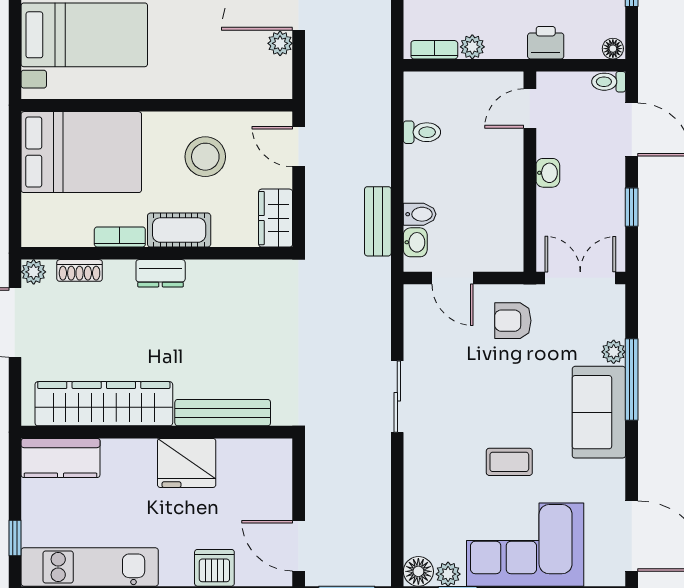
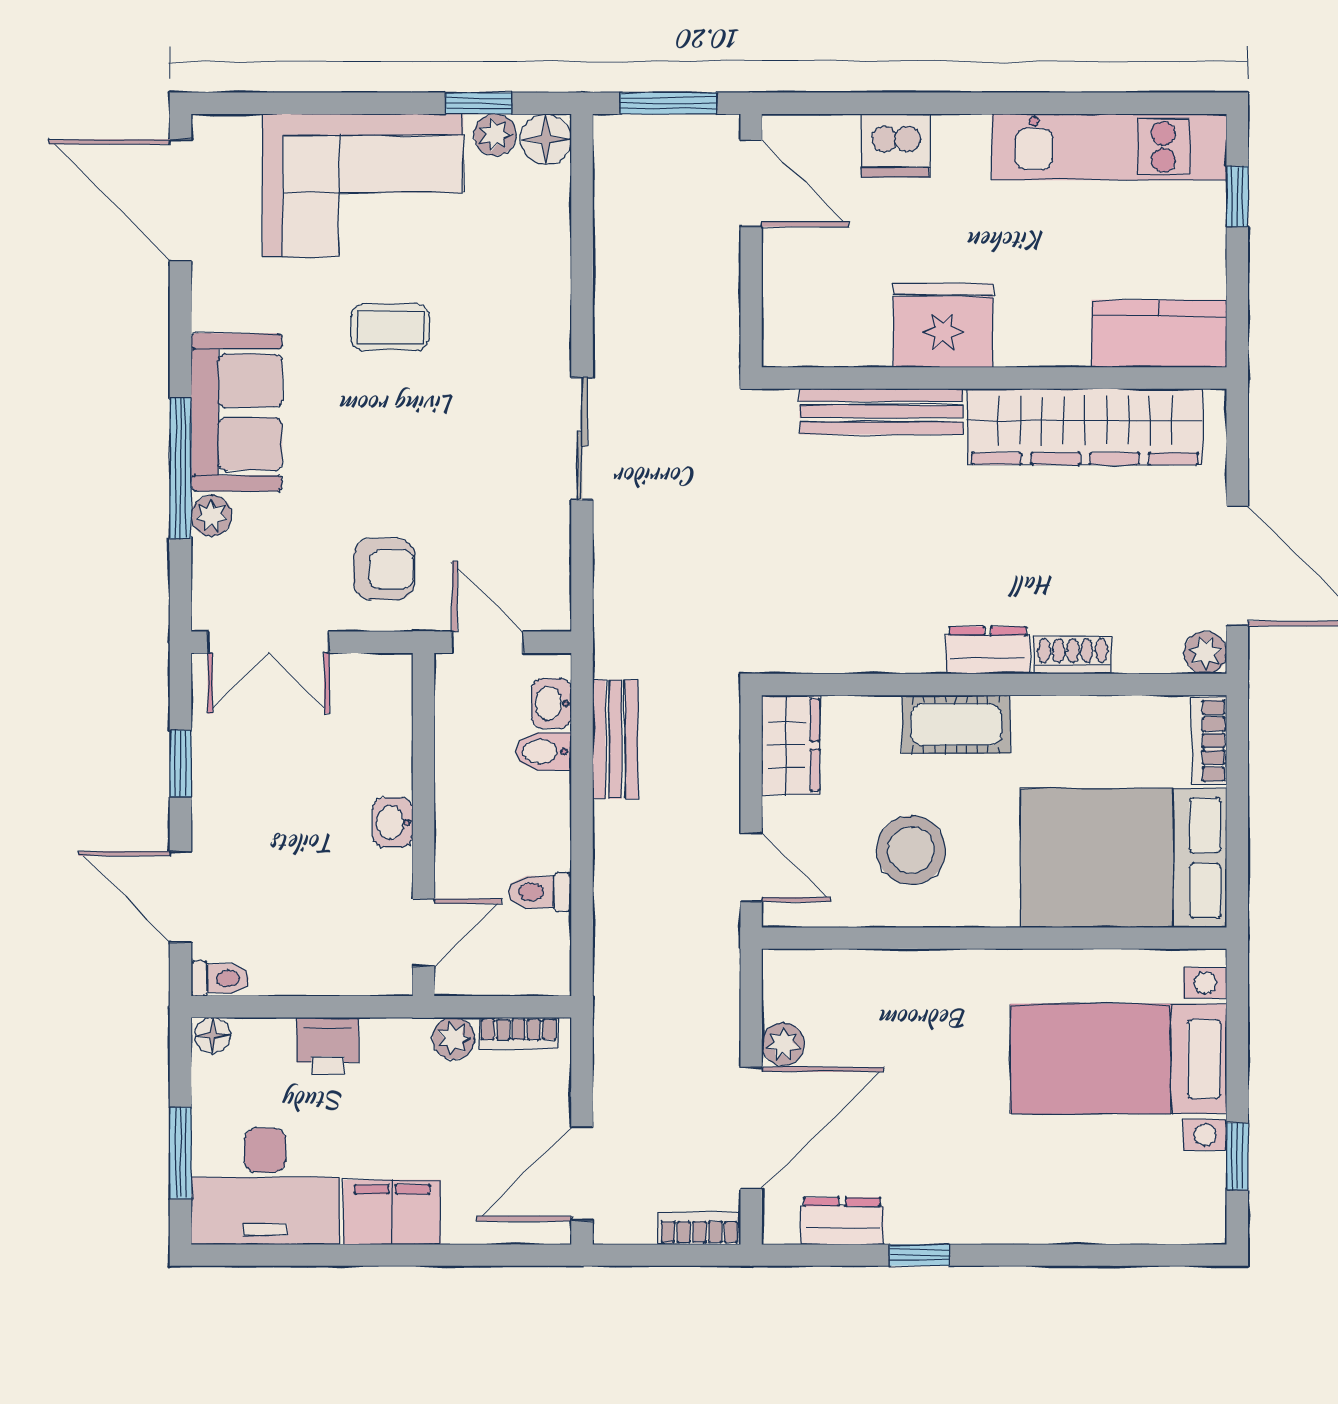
door: (530, 109) -> (424, 933), moved
wall: (530, 172) -> (424, 825), moved
washbasin: (548, 173) -> (393, 822), moved
bookcase: (120, 237) -> (1209, 741), moved, turned 90
shoe rack: (80, 270) -> (1073, 655), moved

